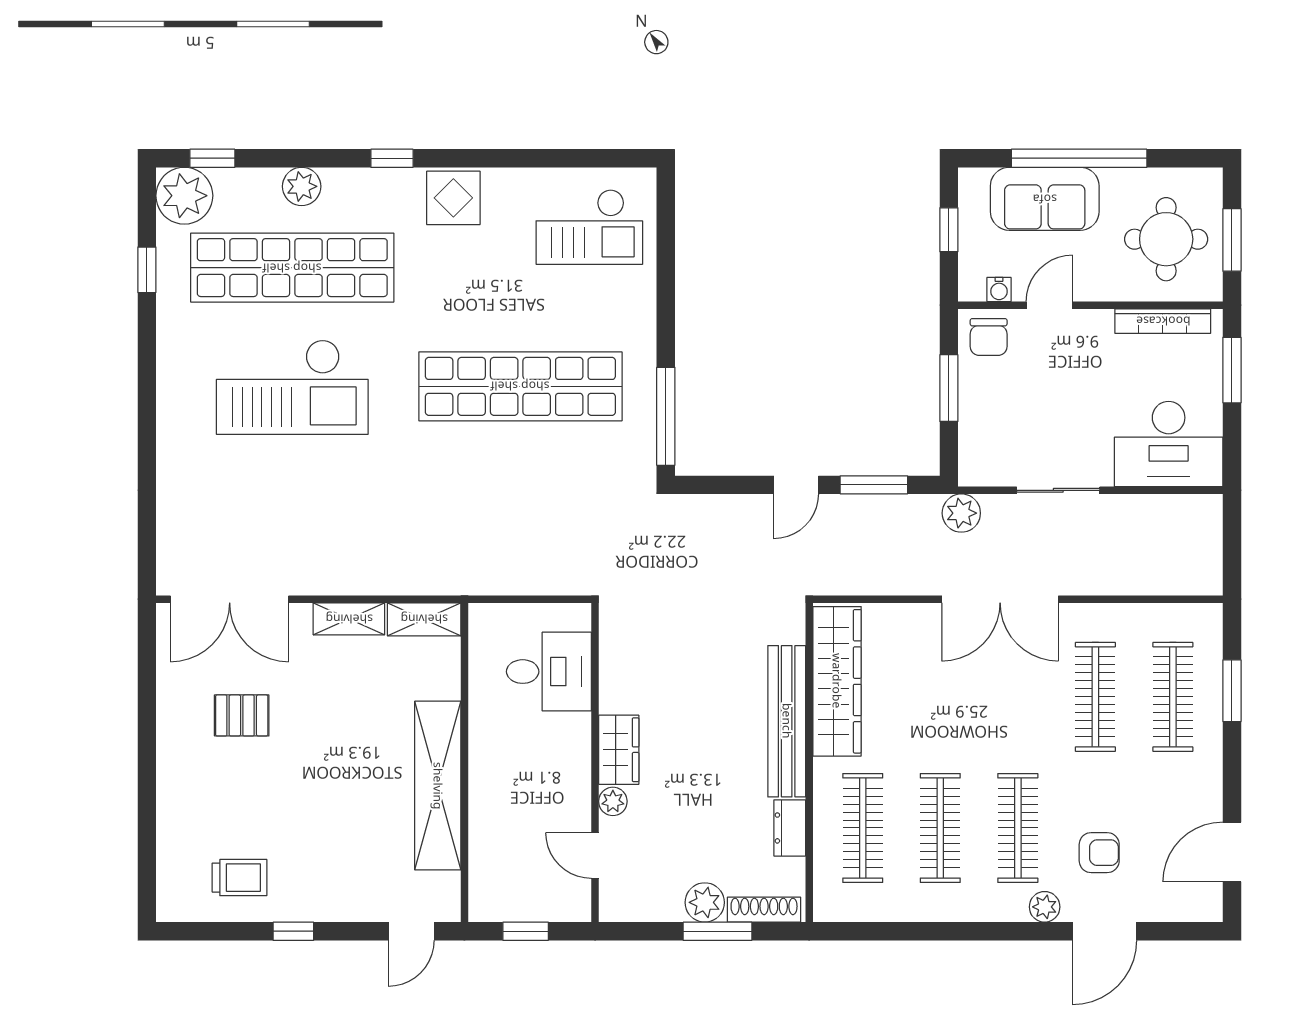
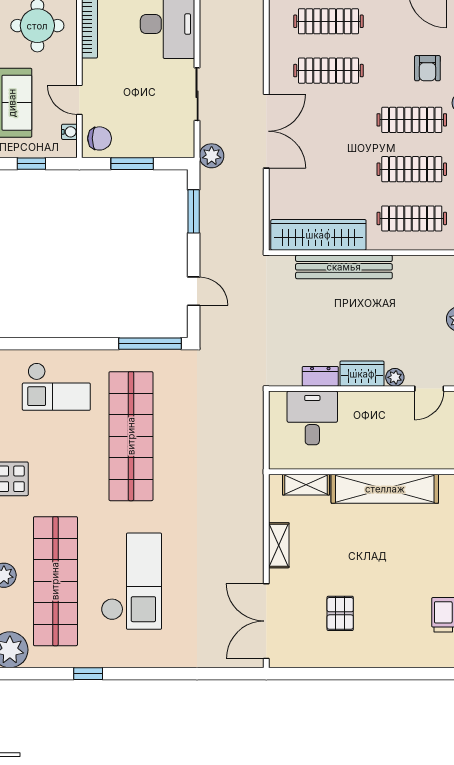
checkout: (589, 227) -> (56, 387), moved, turned 90
window: (147, 270) -> (88, 674), moved
door: (796, 485) -> (194, 291), moved
double door: (230, 599) -> (266, 621), swing flipped
shelving: (424, 619) -> (306, 485), moved, turned 90
dresser: (790, 828) -> (320, 376), moved, turned 180
armchair: (1099, 853) -> (427, 68), turned 180

